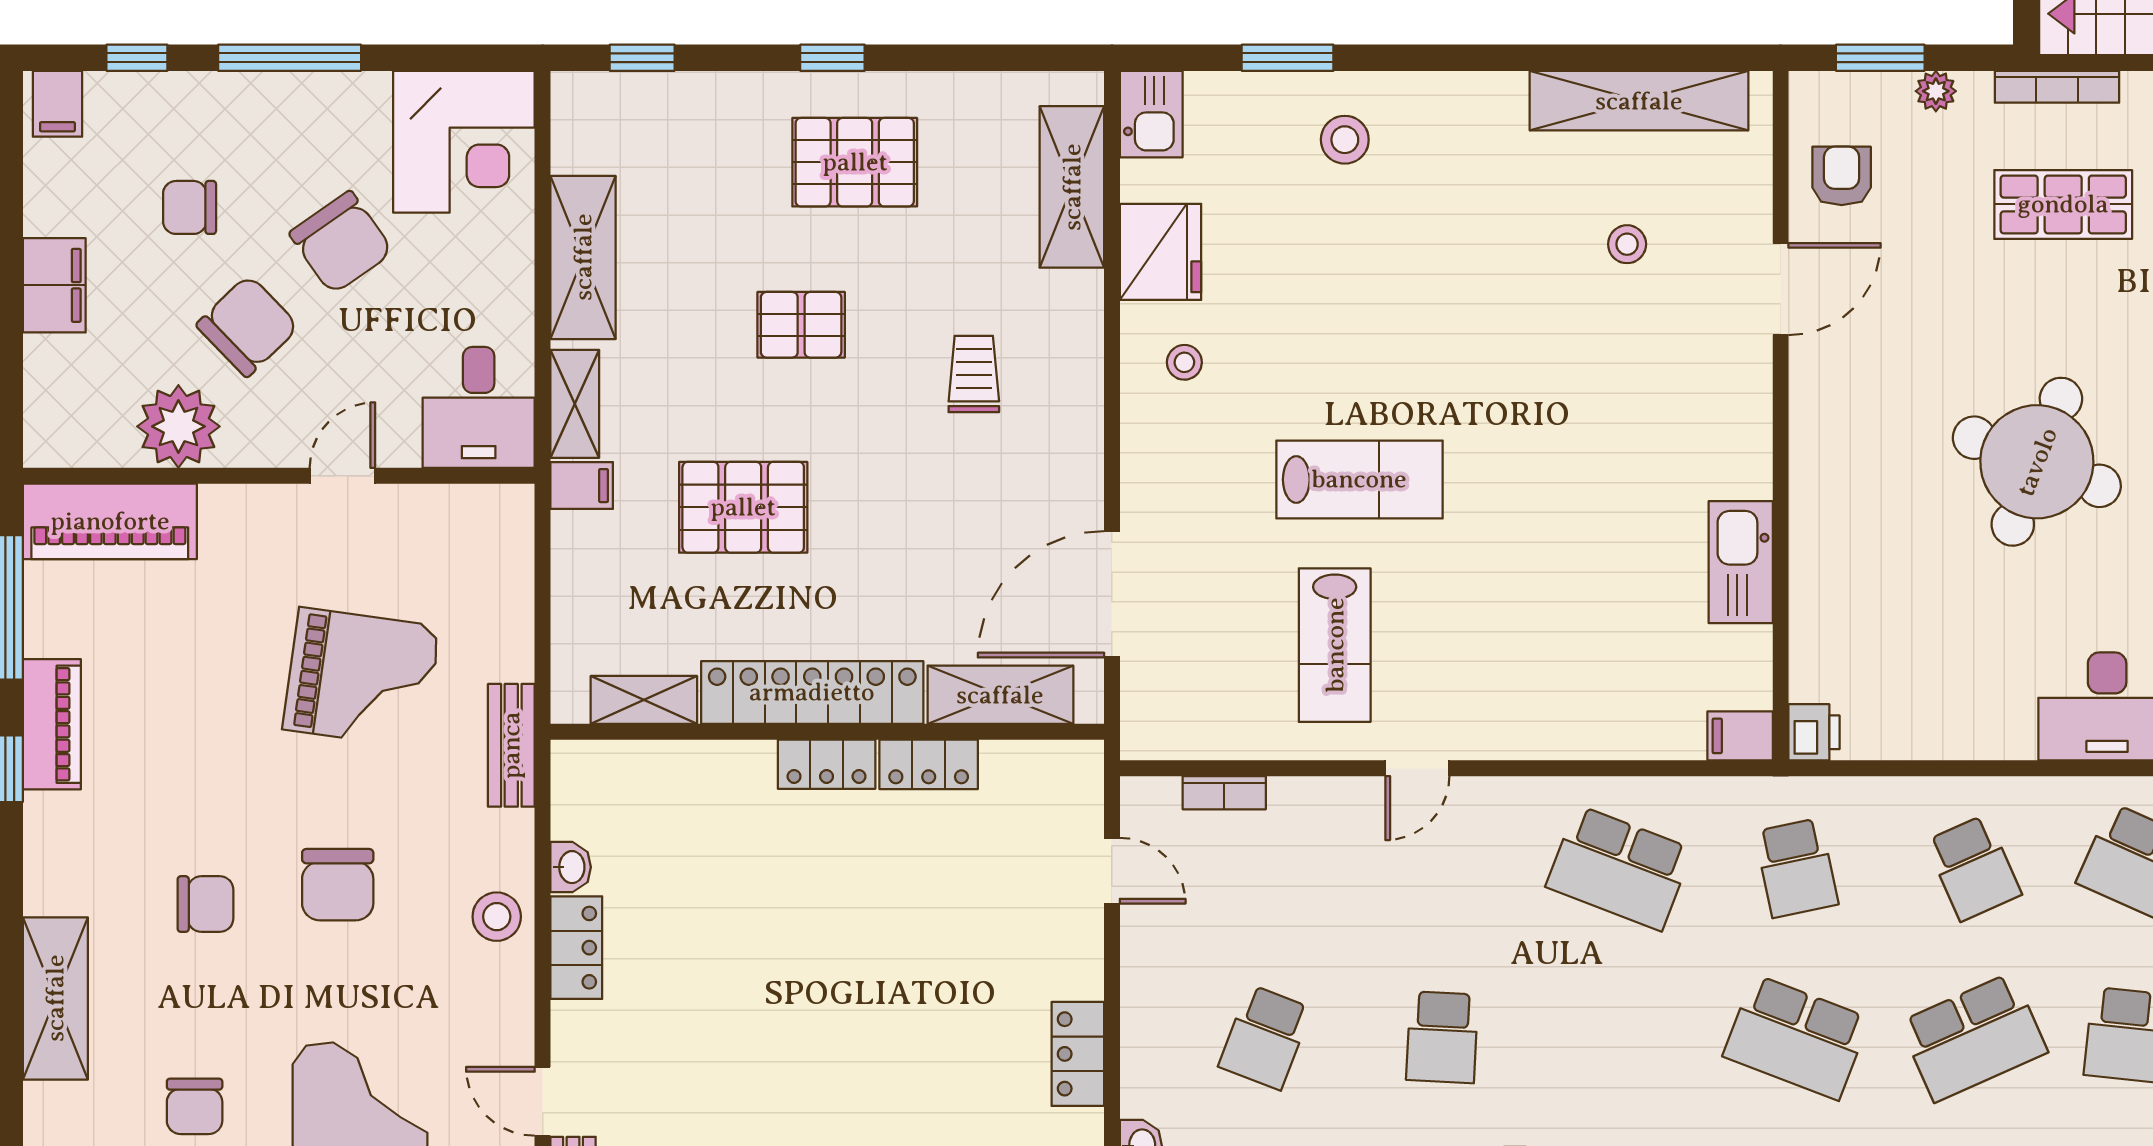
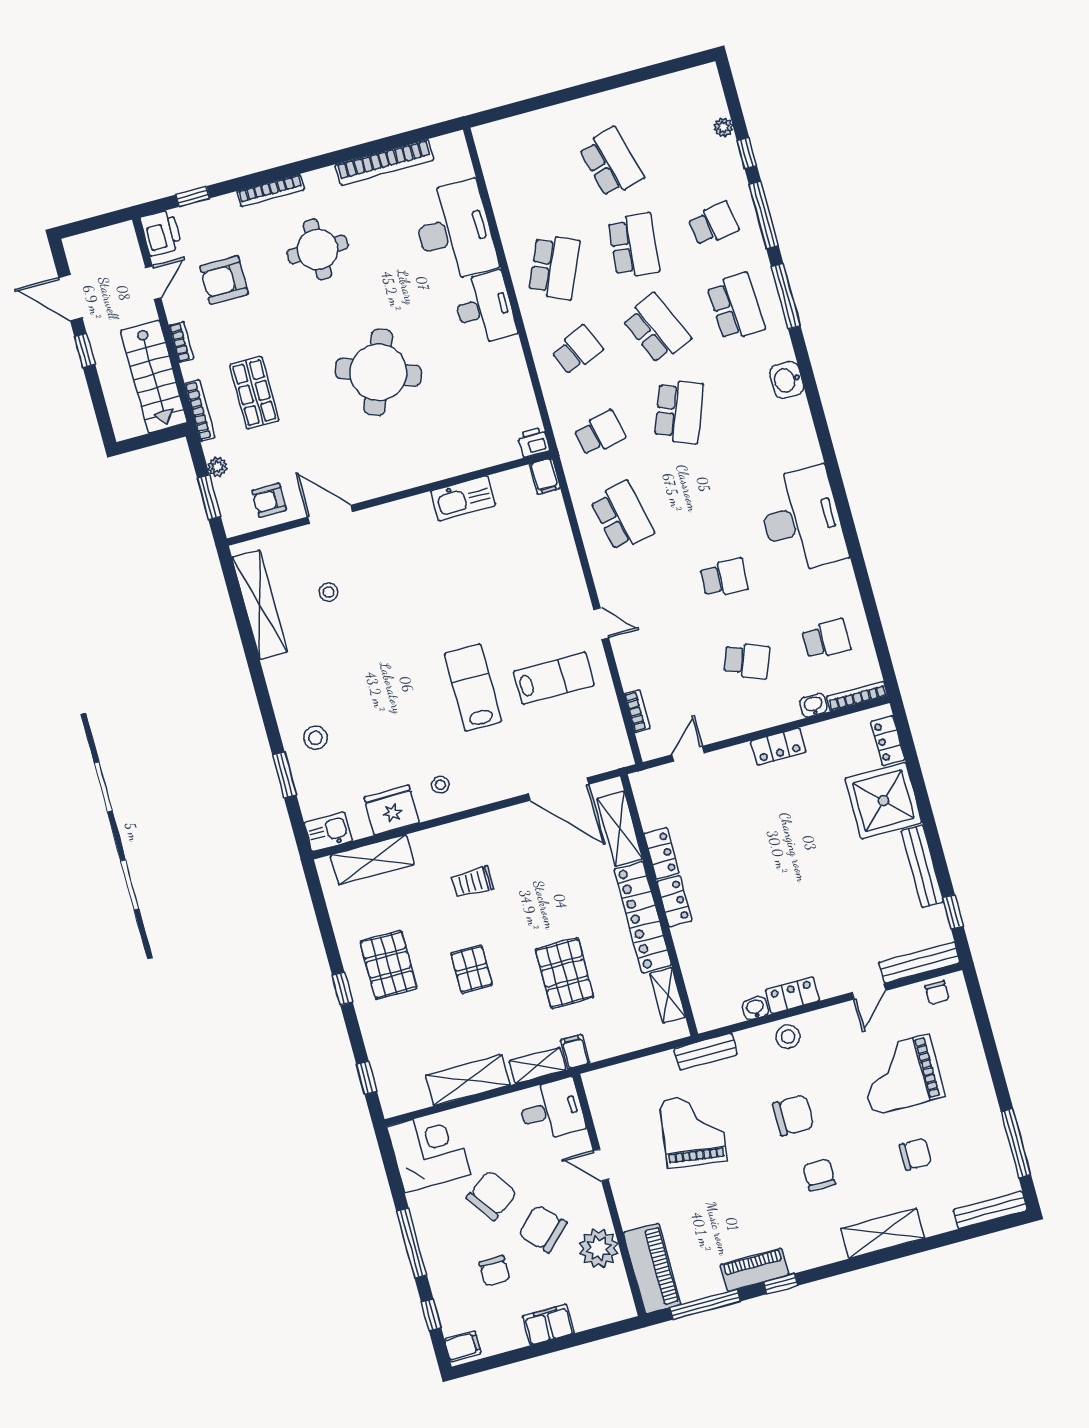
school desk: (1619, 868) -> (622, 516), turned -33

